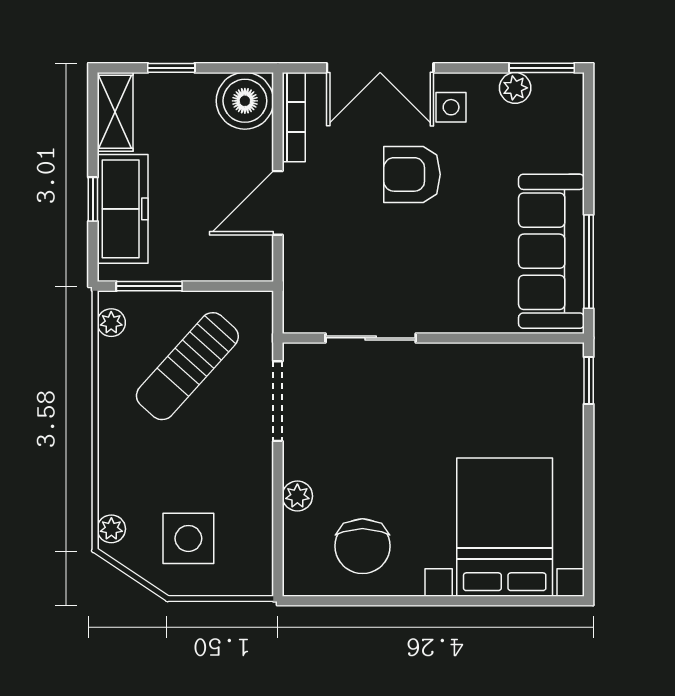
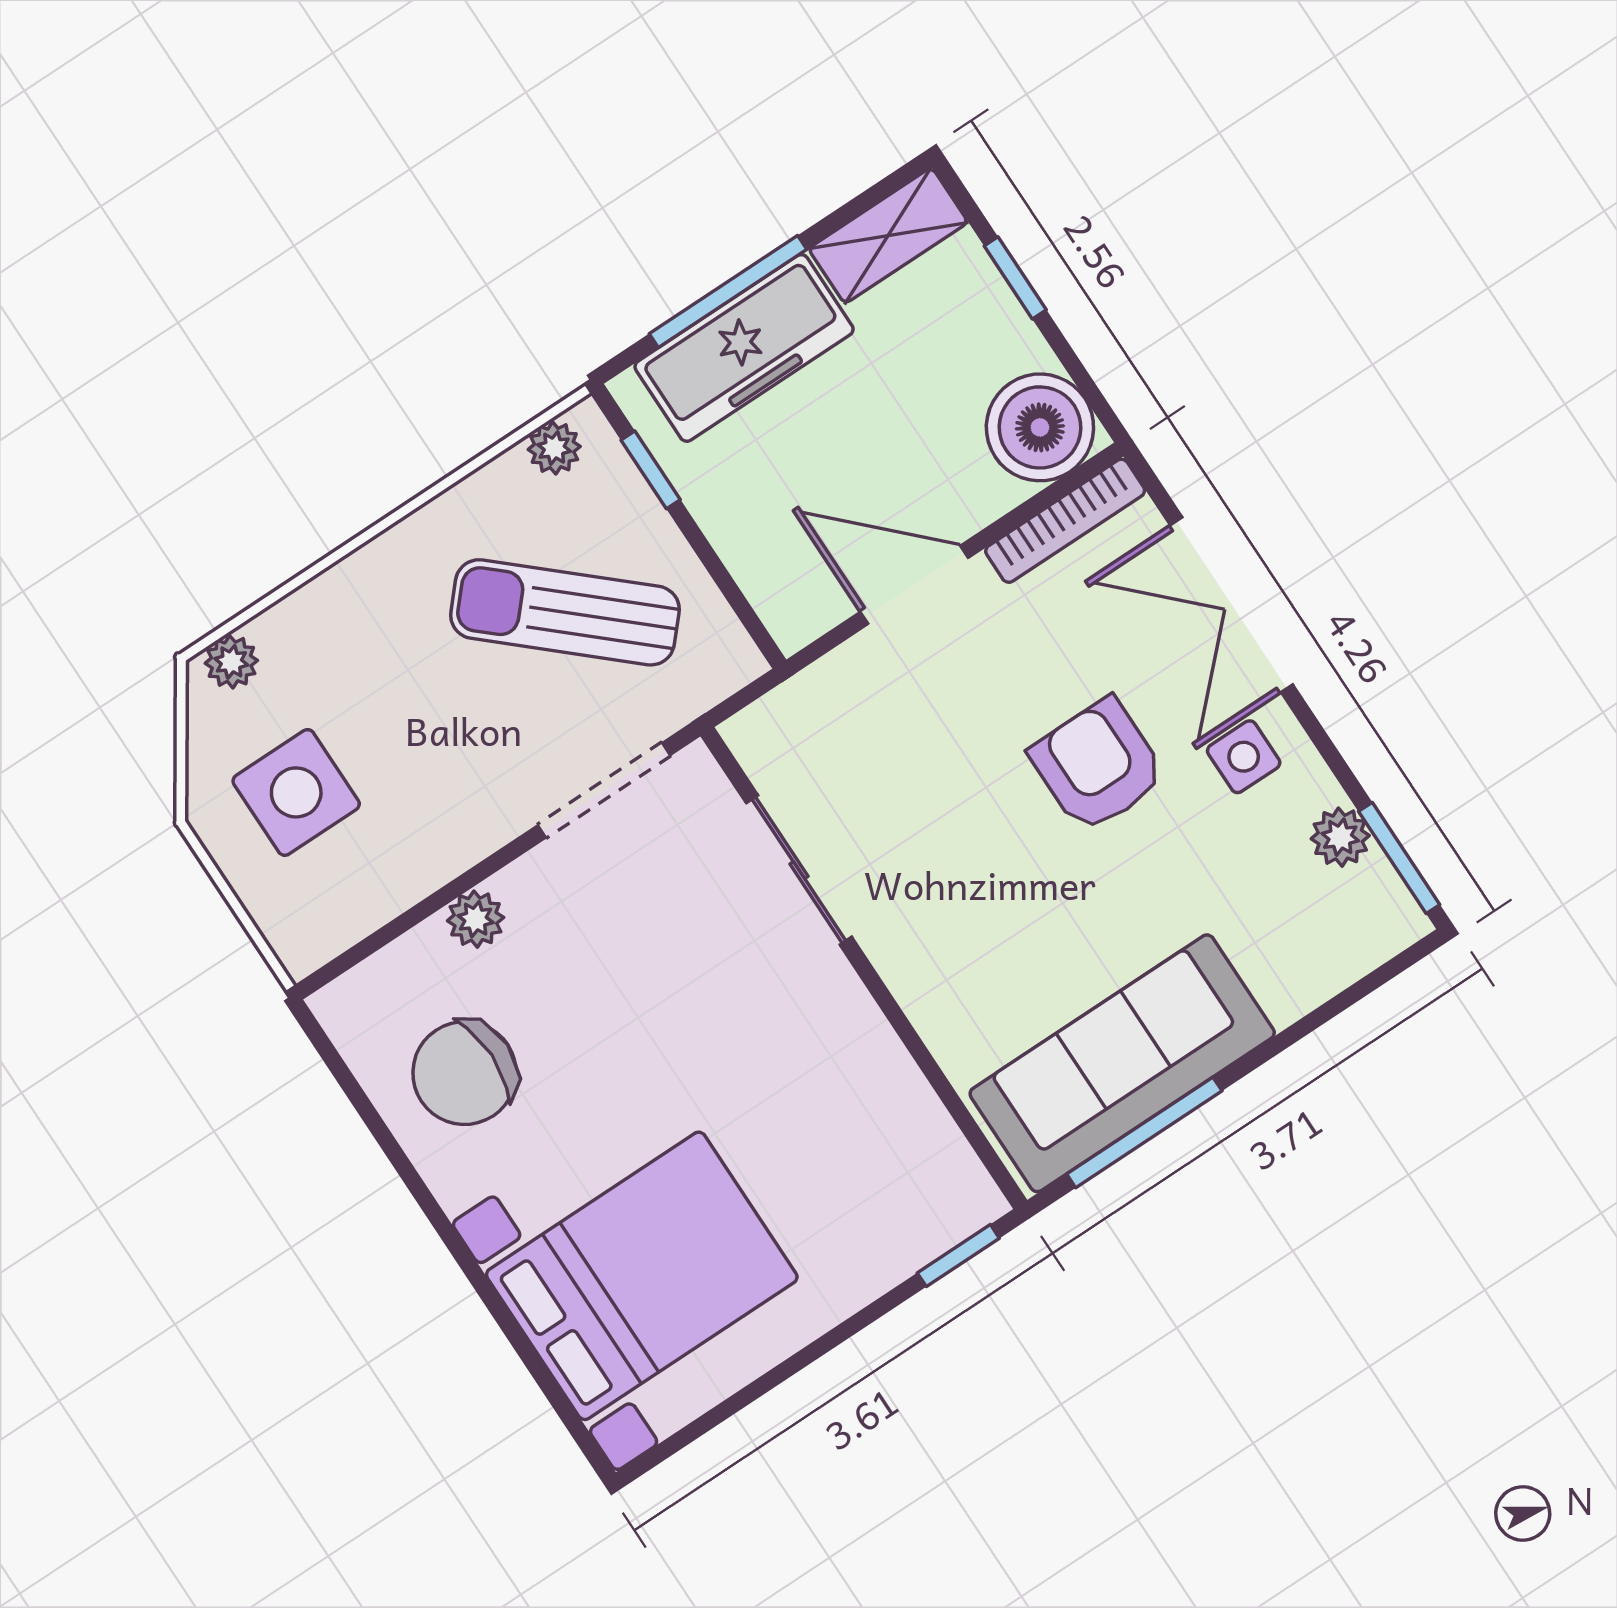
window: (93, 199) -> (728, 291), width x2.17
window: (149, 286) -> (651, 470), width x0.67

